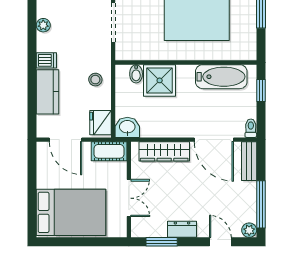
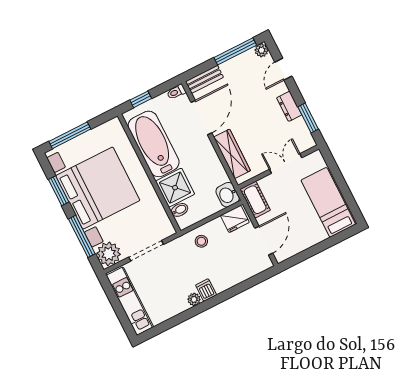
plant: (43, 25) -> (194, 299), moved
bathtub: (221, 77) -> (154, 144), width x1.36, depth x1.36
kitchen counter: (47, 92) -> (232, 276), removed
bed: (71, 212) -> (328, 202), width x0.67

